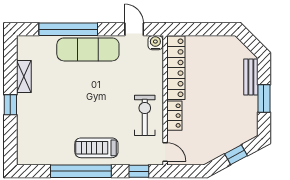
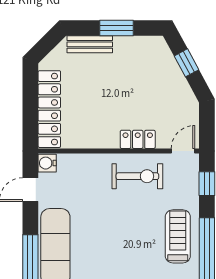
locker: (176, 68) -> (49, 109), moved, turned 90
exercise bike: (145, 115) -> (137, 176), turned 180
treadmill: (96, 148) -> (178, 236), turned 180

